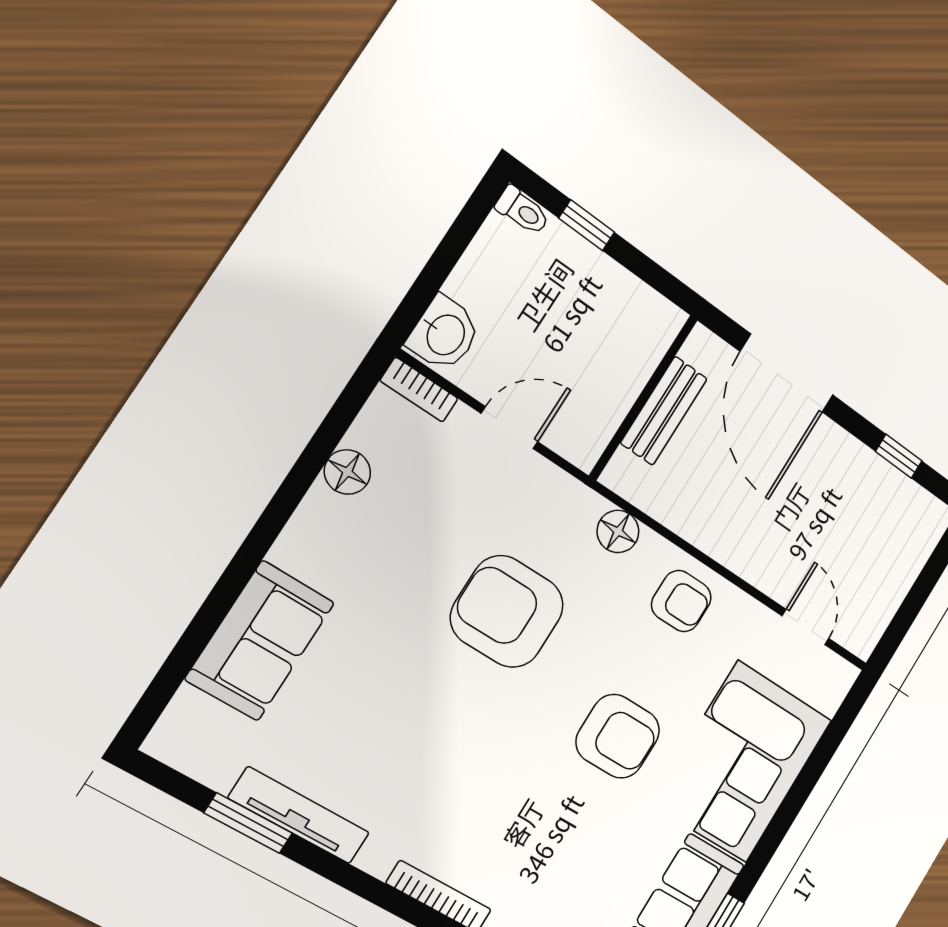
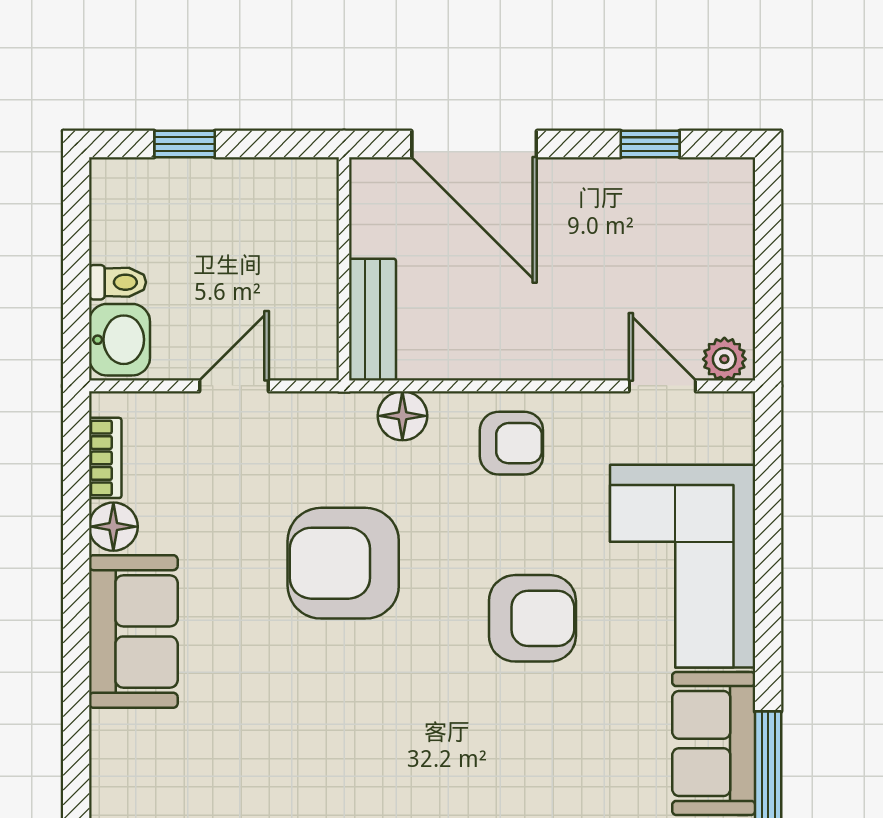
toilet: (523, 211) -> (117, 282), moved
bookcase: (419, 390) -> (105, 458), moved, turned -90
bench: (664, 411) -> (373, 320), moved
plant: (856, 635) -> (724, 359), added
sofa: (260, 641) -> (133, 631), moved

